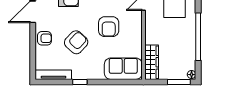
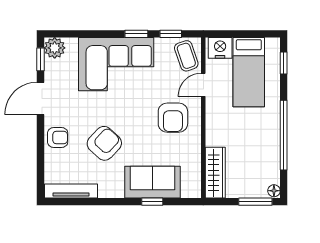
armchair: (109, 27) -> (173, 118), moved
sofa: (123, 69) -> (153, 182), moved
window: (80, 82) -> (152, 202), moved

